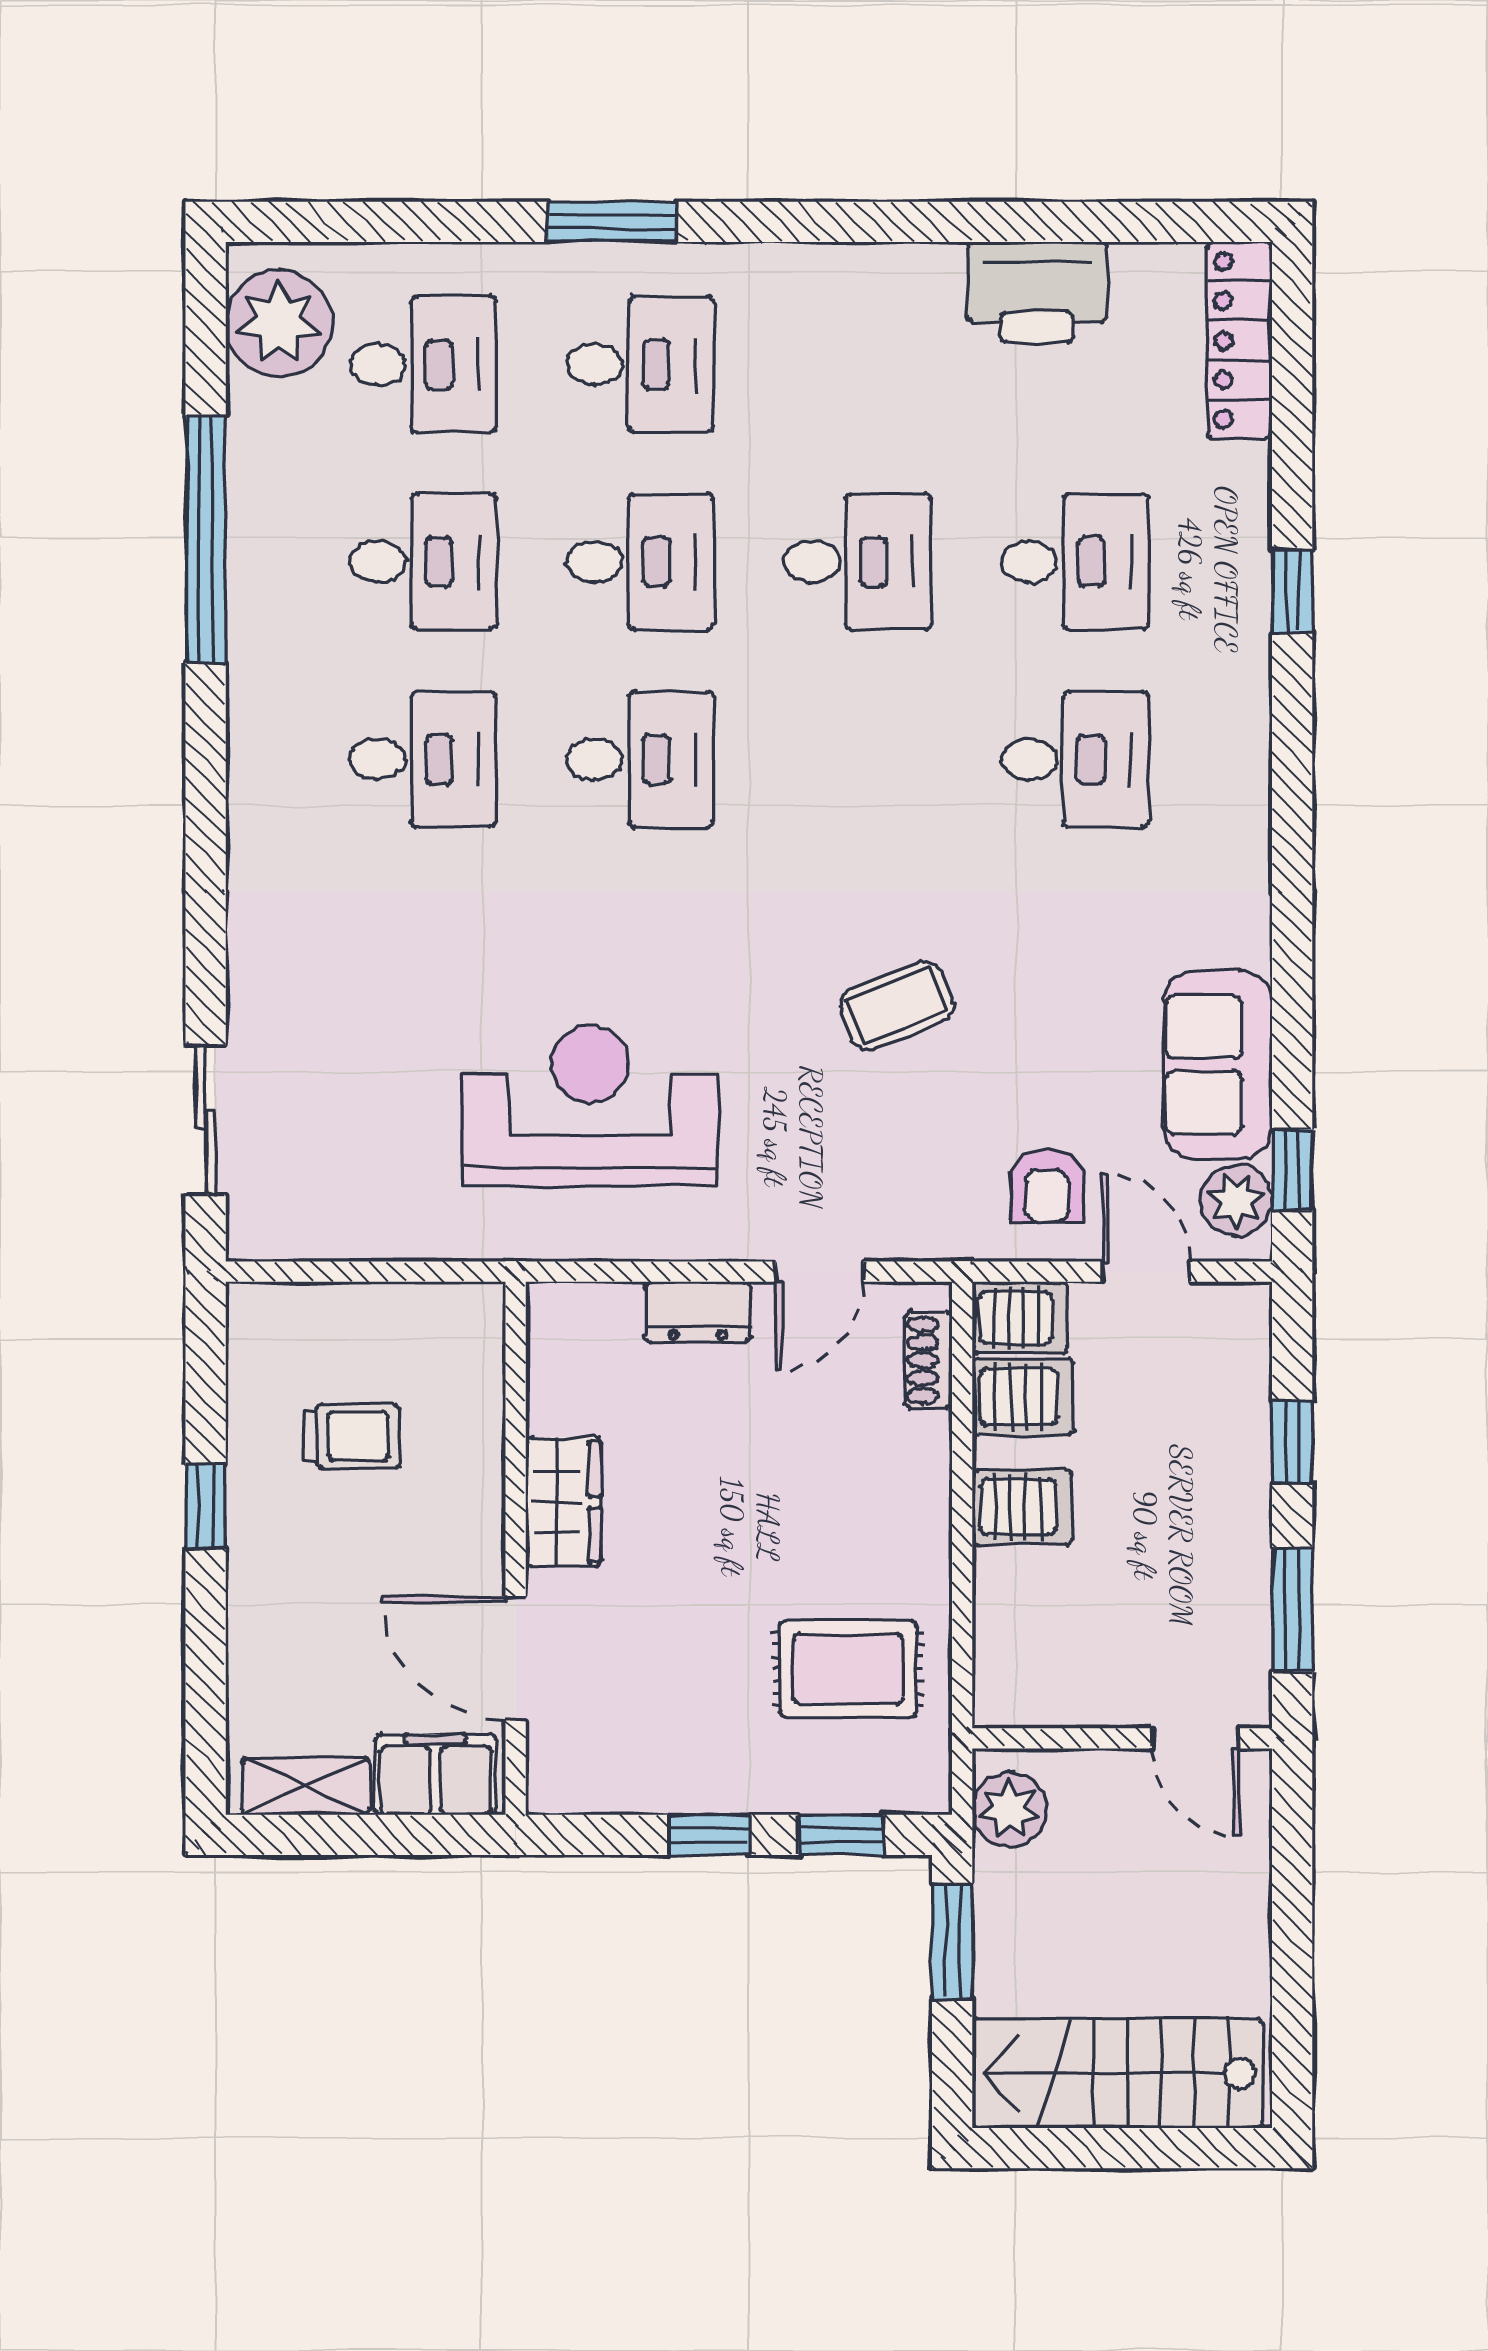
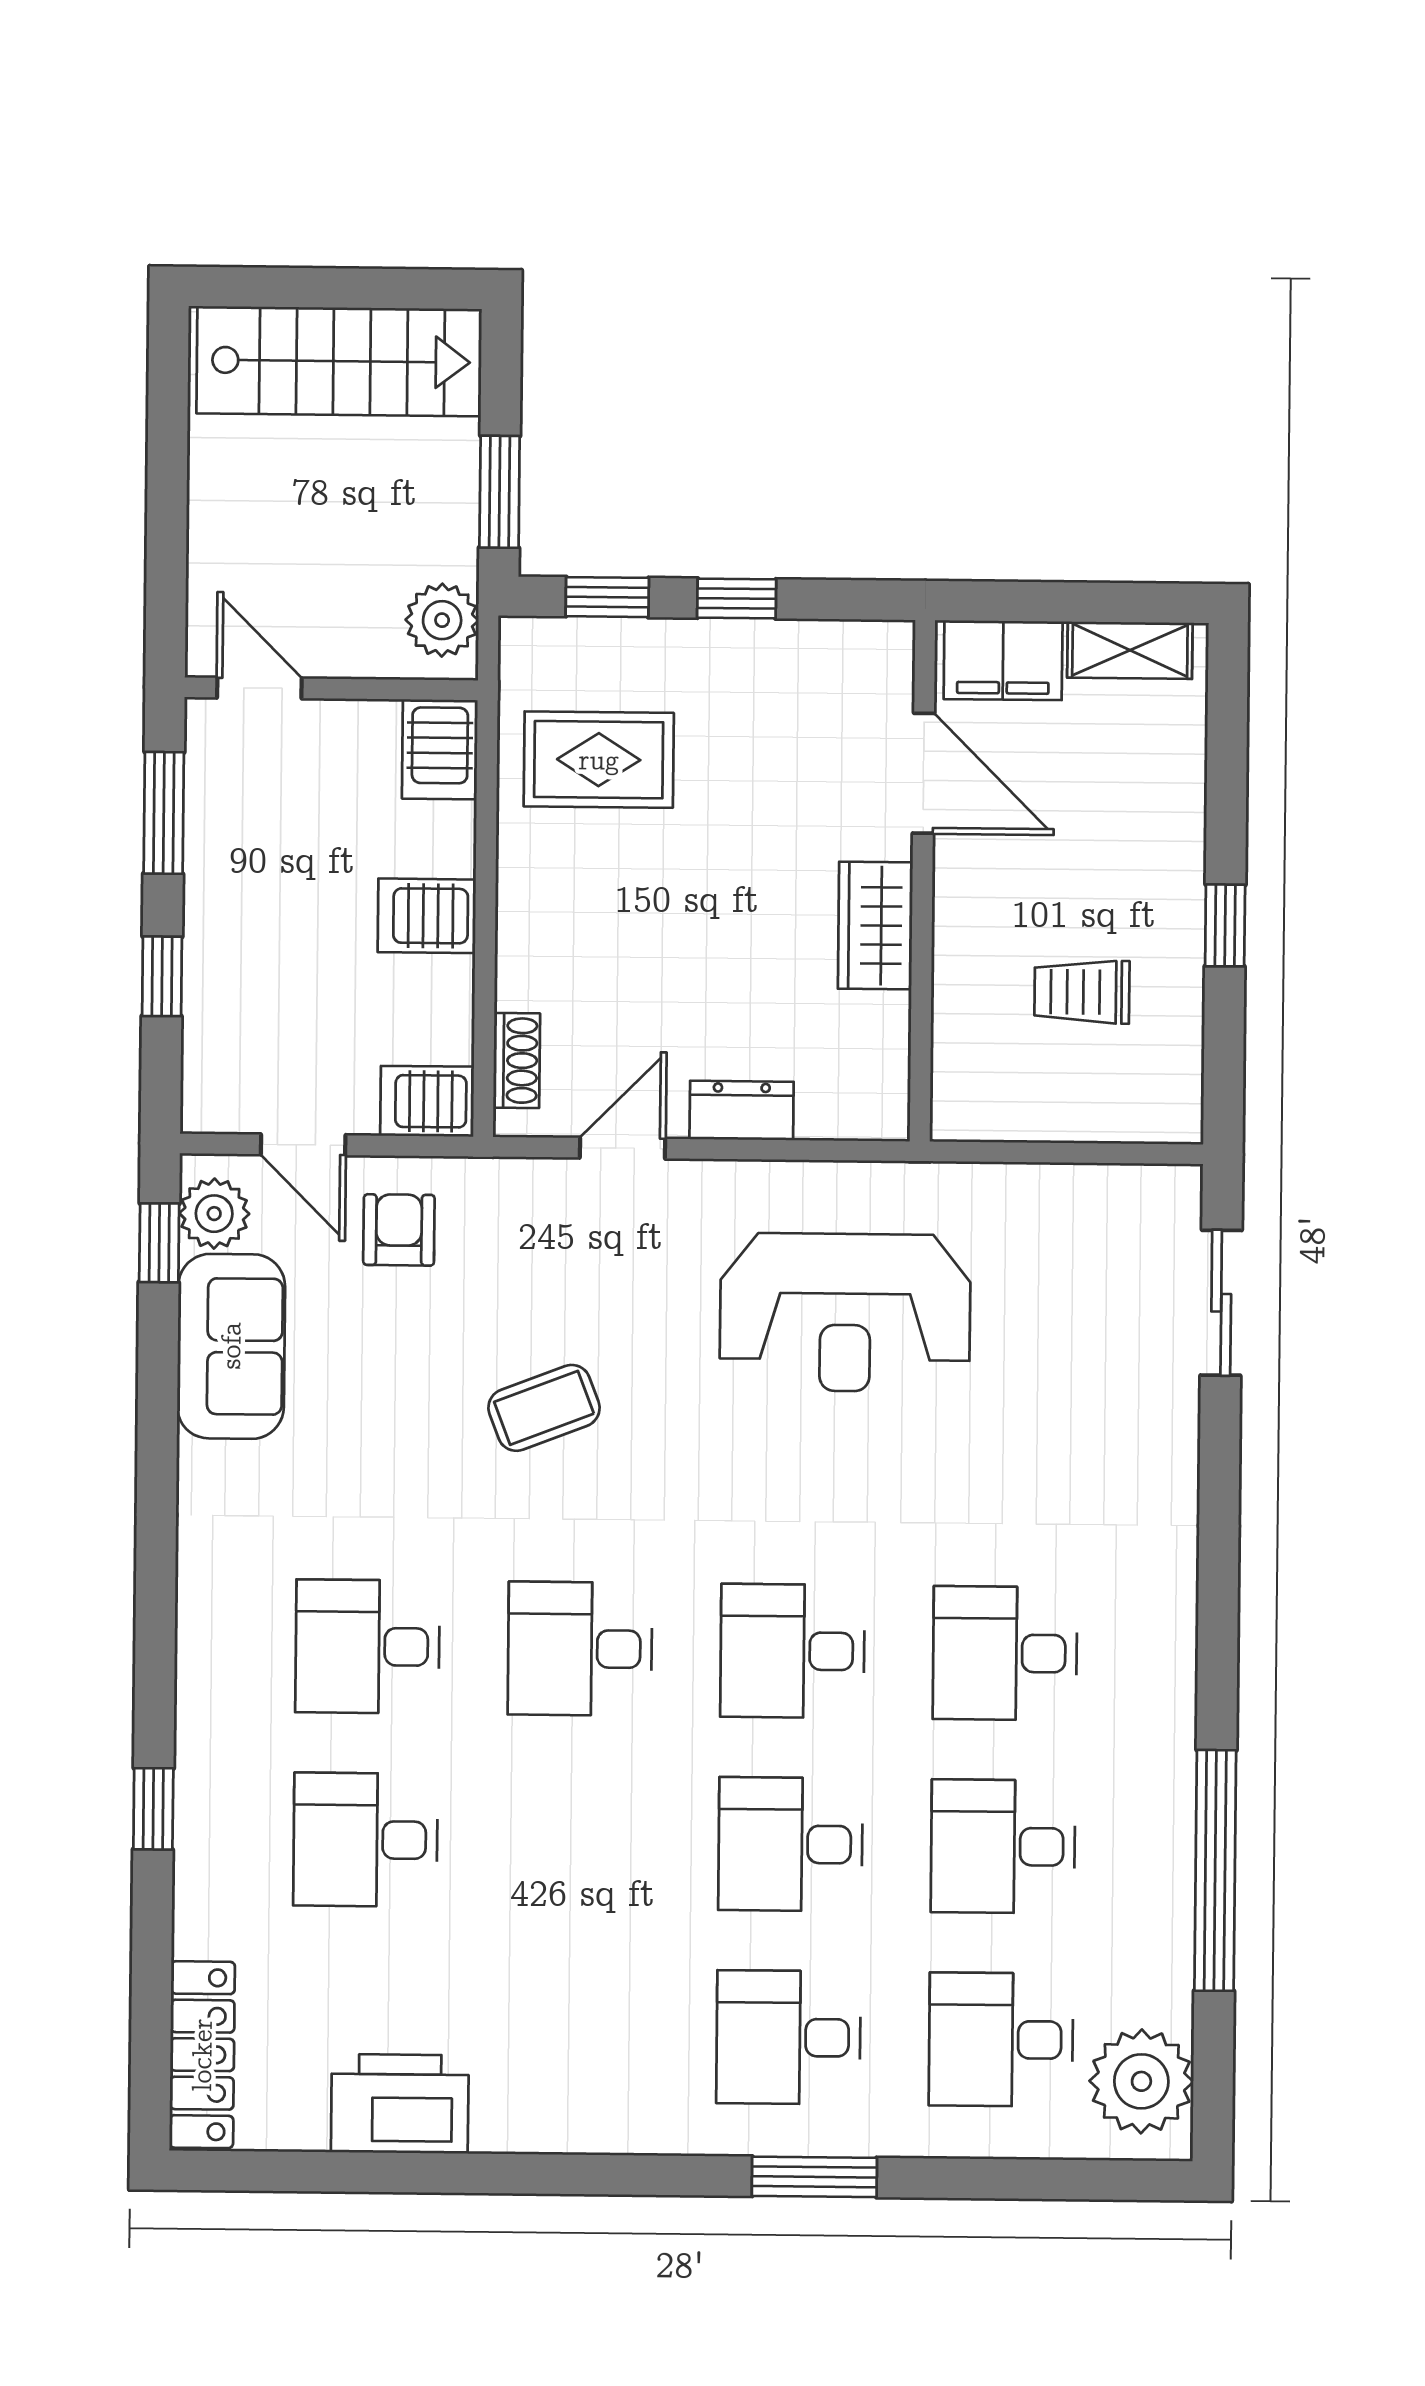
desk: (858, 562) -> (580, 1649), moved
server rack: (1023, 1397) -> (440, 749), moved, turned -90

